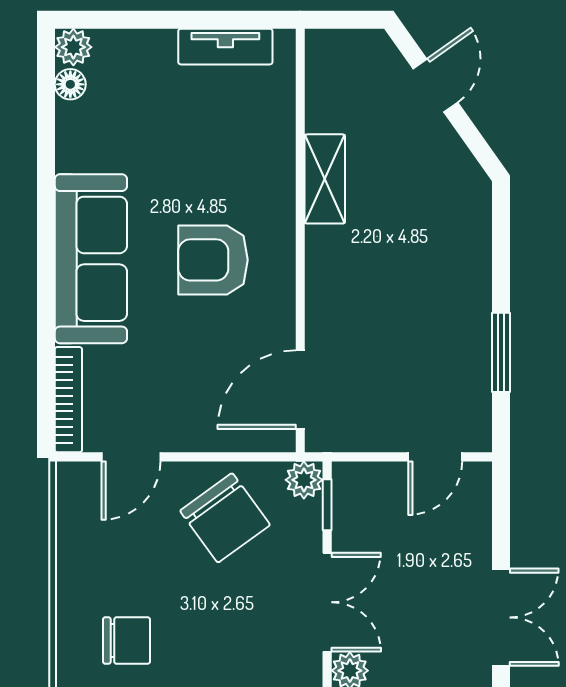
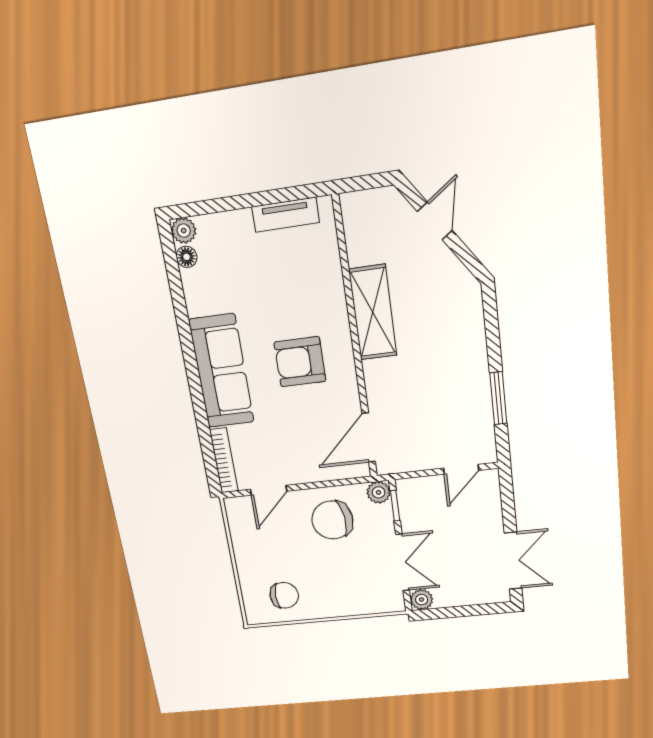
shelving: (325, 179) -> (373, 312), width x1.50, depth x1.33
chair: (225, 518) -> (332, 520), turned 119

